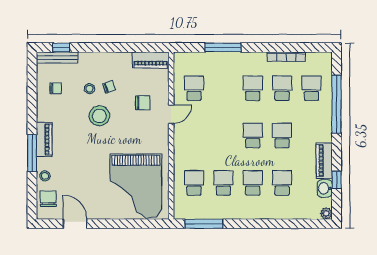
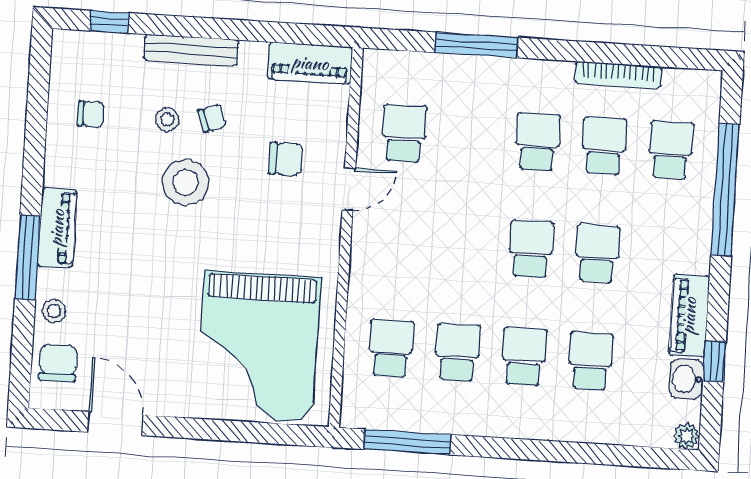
bench: (57, 58) -> (191, 50), moved

